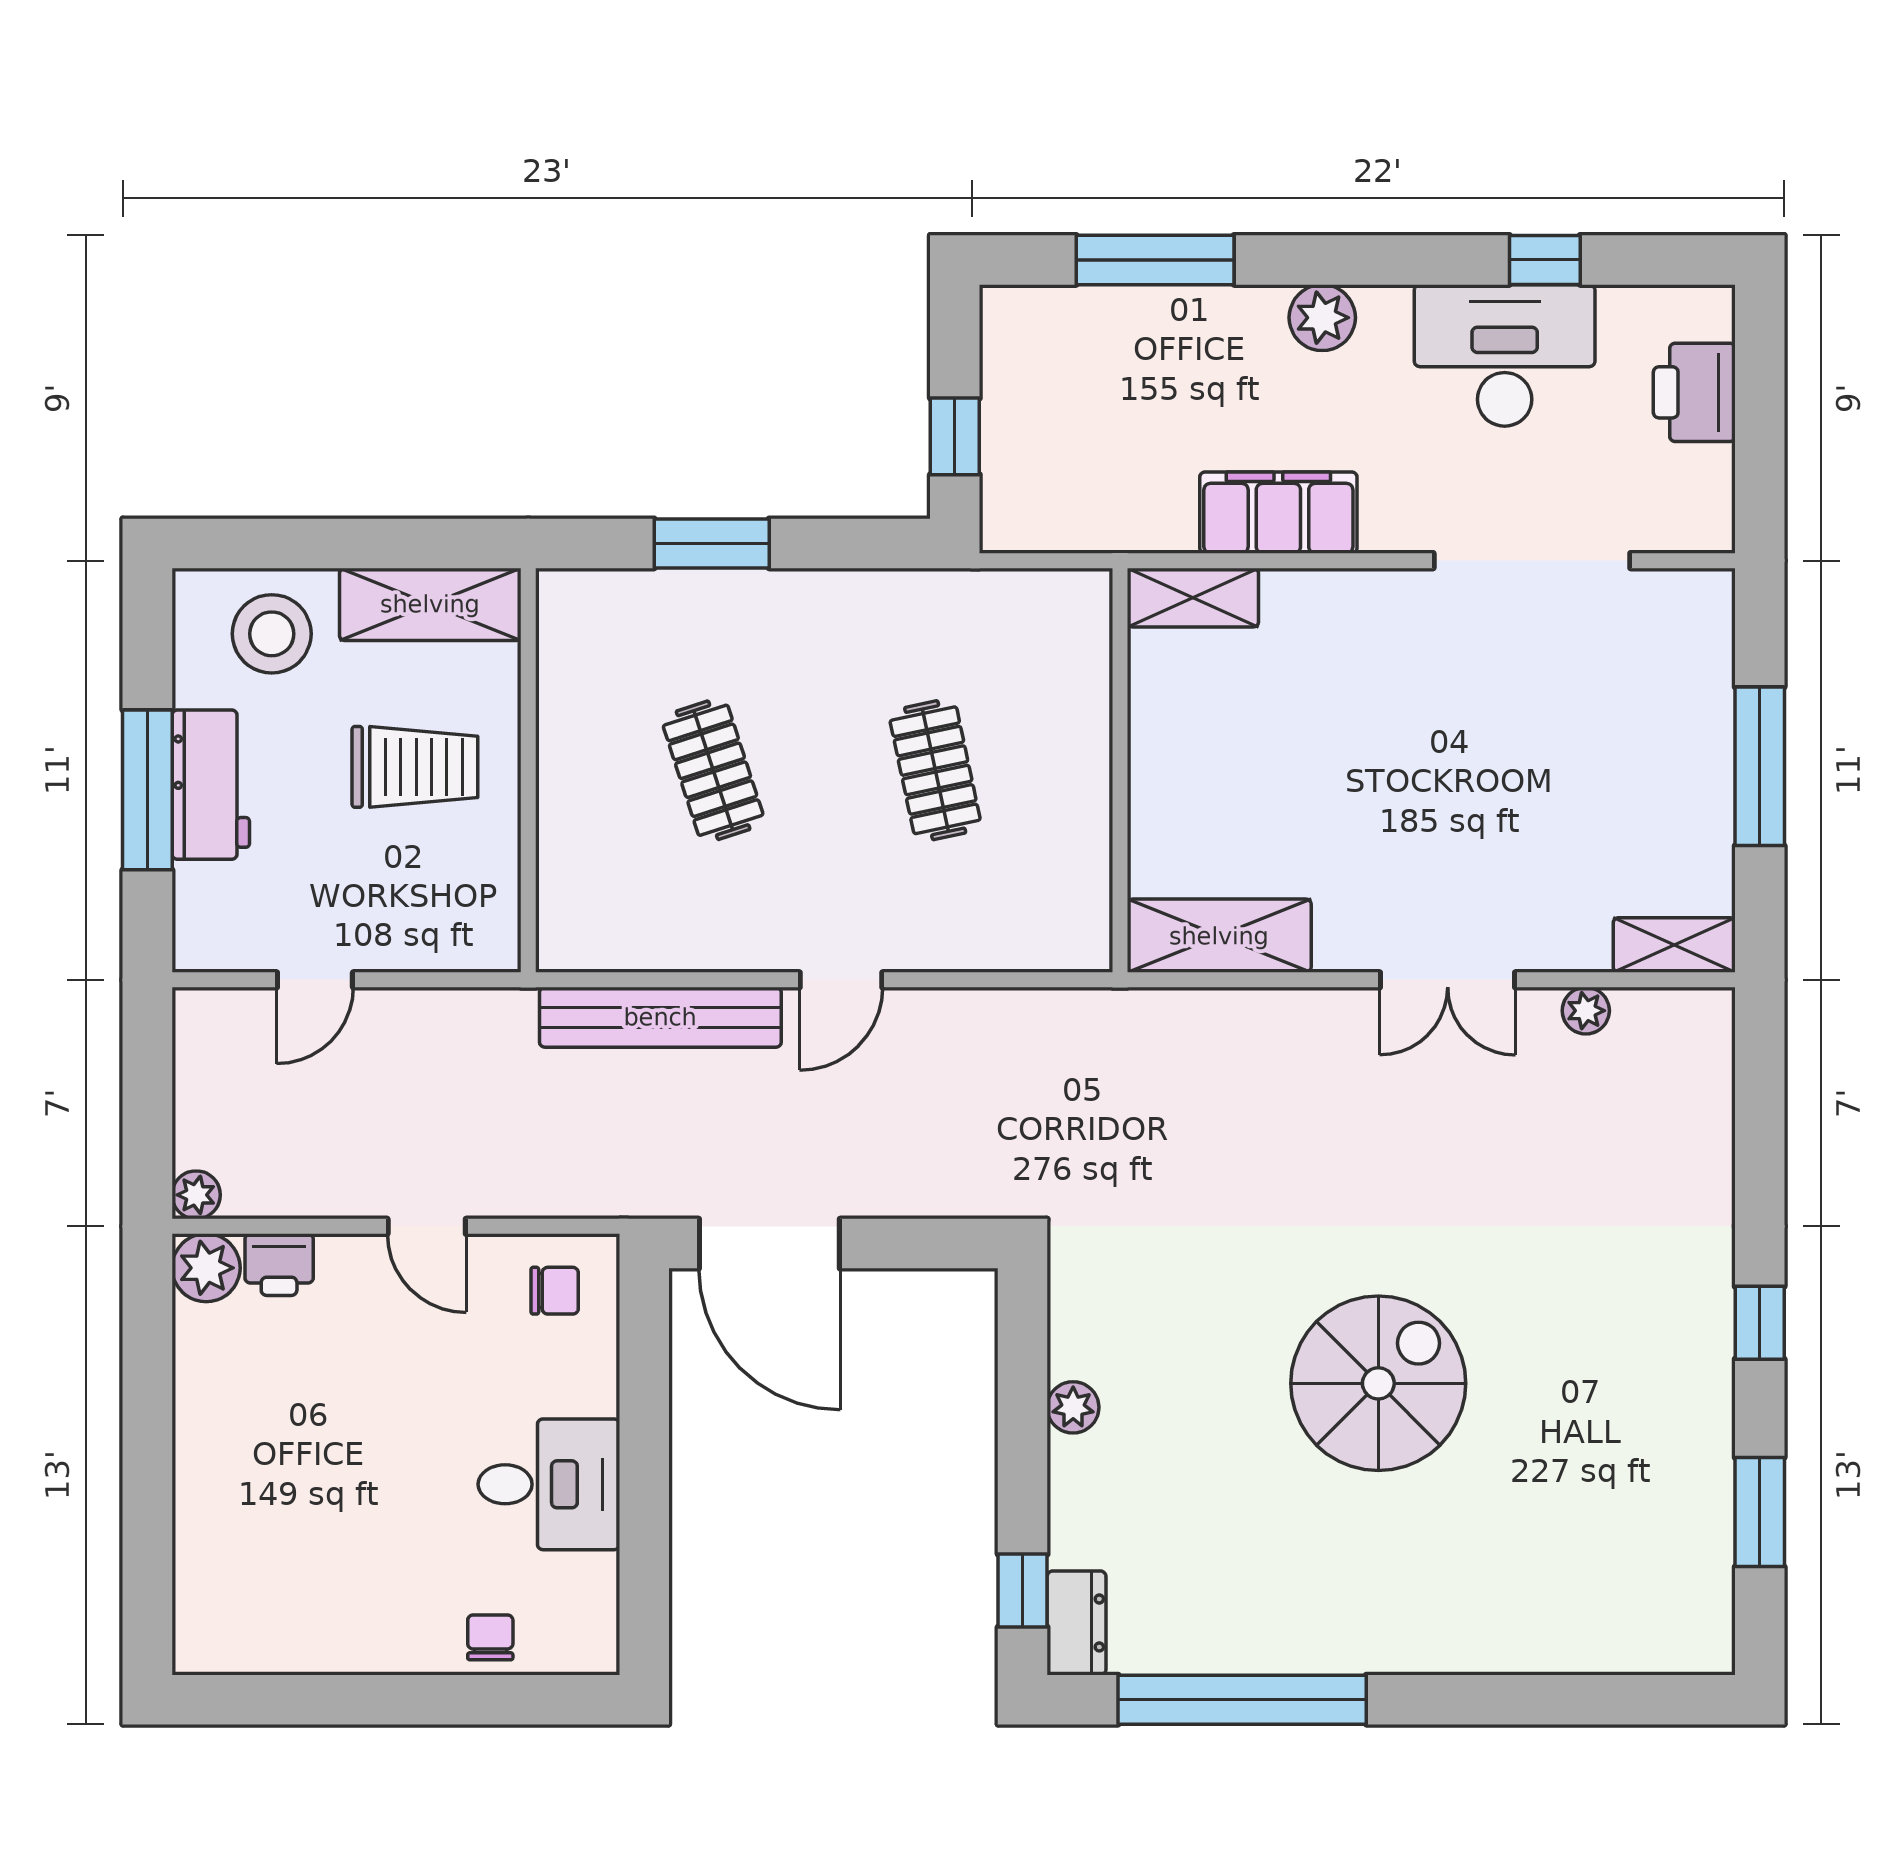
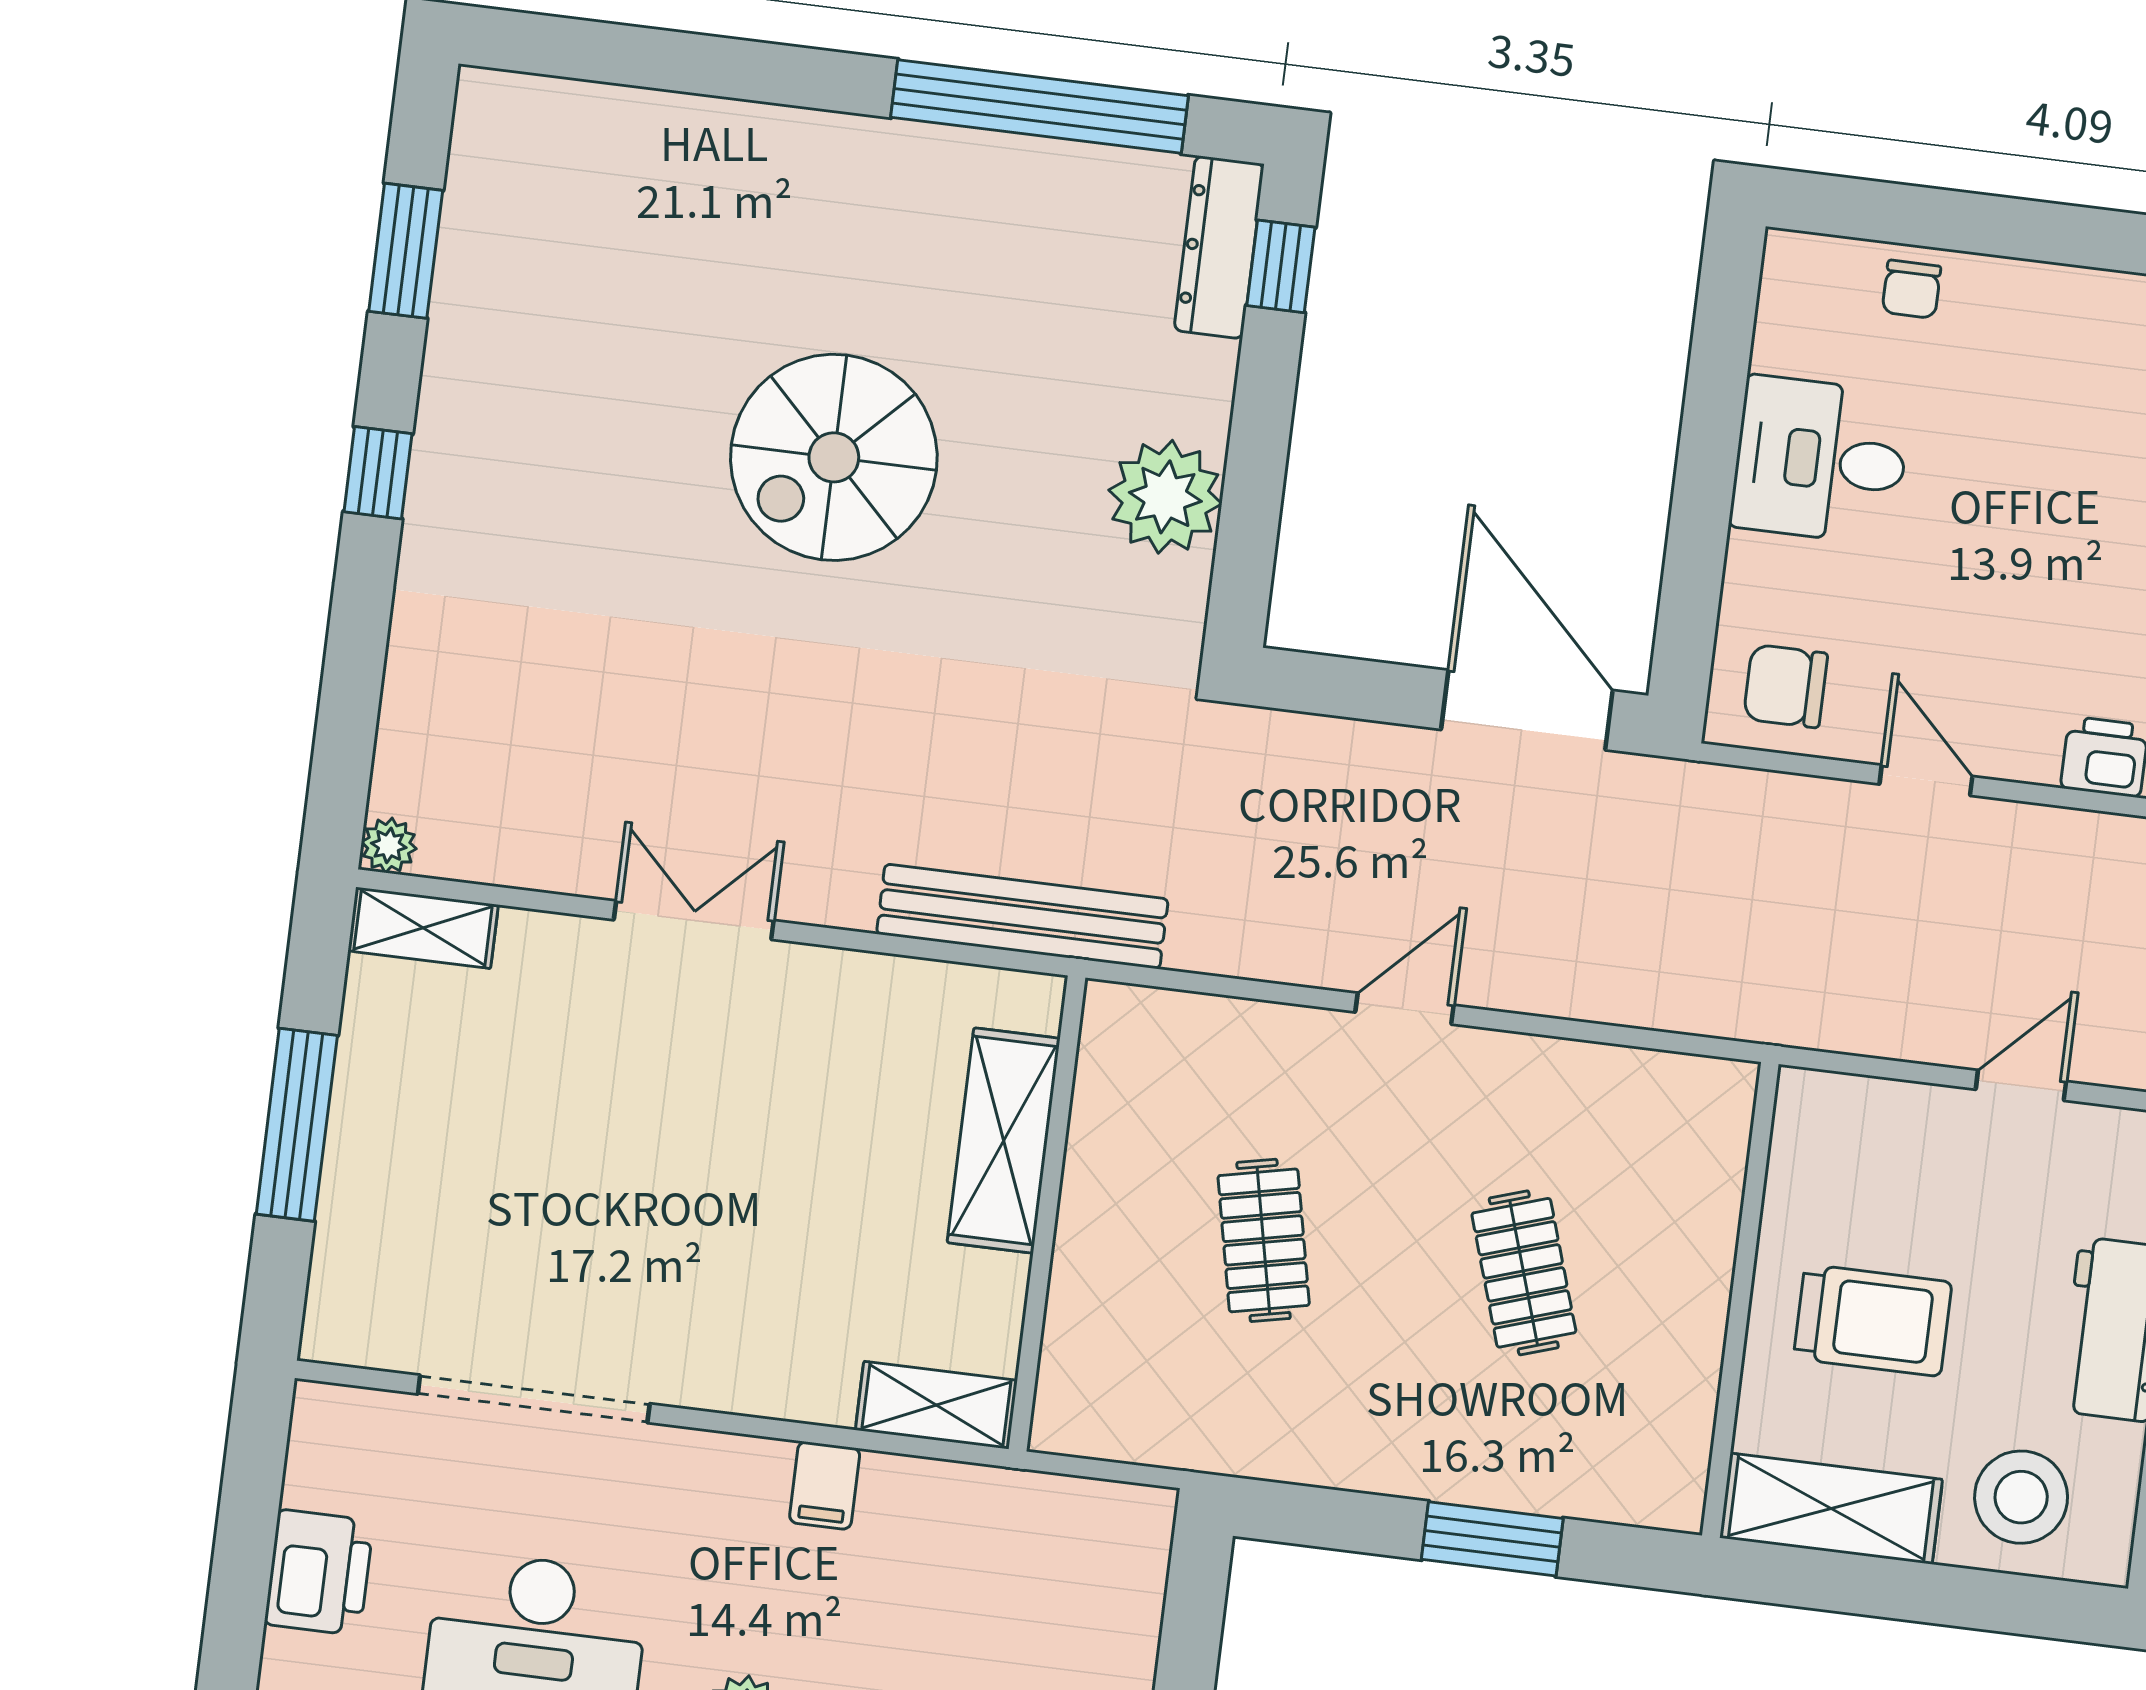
window: (955, 436) -> (1192, 1629), removed
filing cabinet: (1278, 513) -> (825, 1485), width x0.33, depth x0.86
trolley: (415, 767) -> (1873, 1320), turned 180
shelving: (1219, 936) -> (1004, 1141), moved, turned 90
plant: (1586, 1011) -> (389, 845), moved
bench: (660, 1017) -> (1022, 916), moved
chair: (555, 1291) -> (1786, 686), width x1.37, depth x1.37
plant: (1073, 1407) -> (1165, 497), width x1.88, depth x1.88
dresser: (1077, 1623) -> (1219, 247), width x1.44

